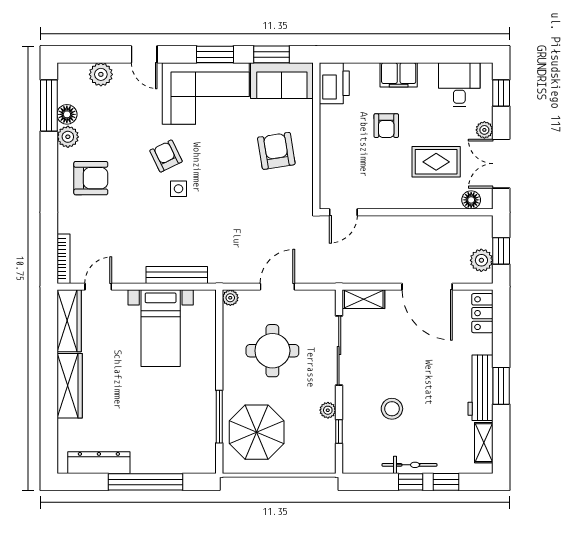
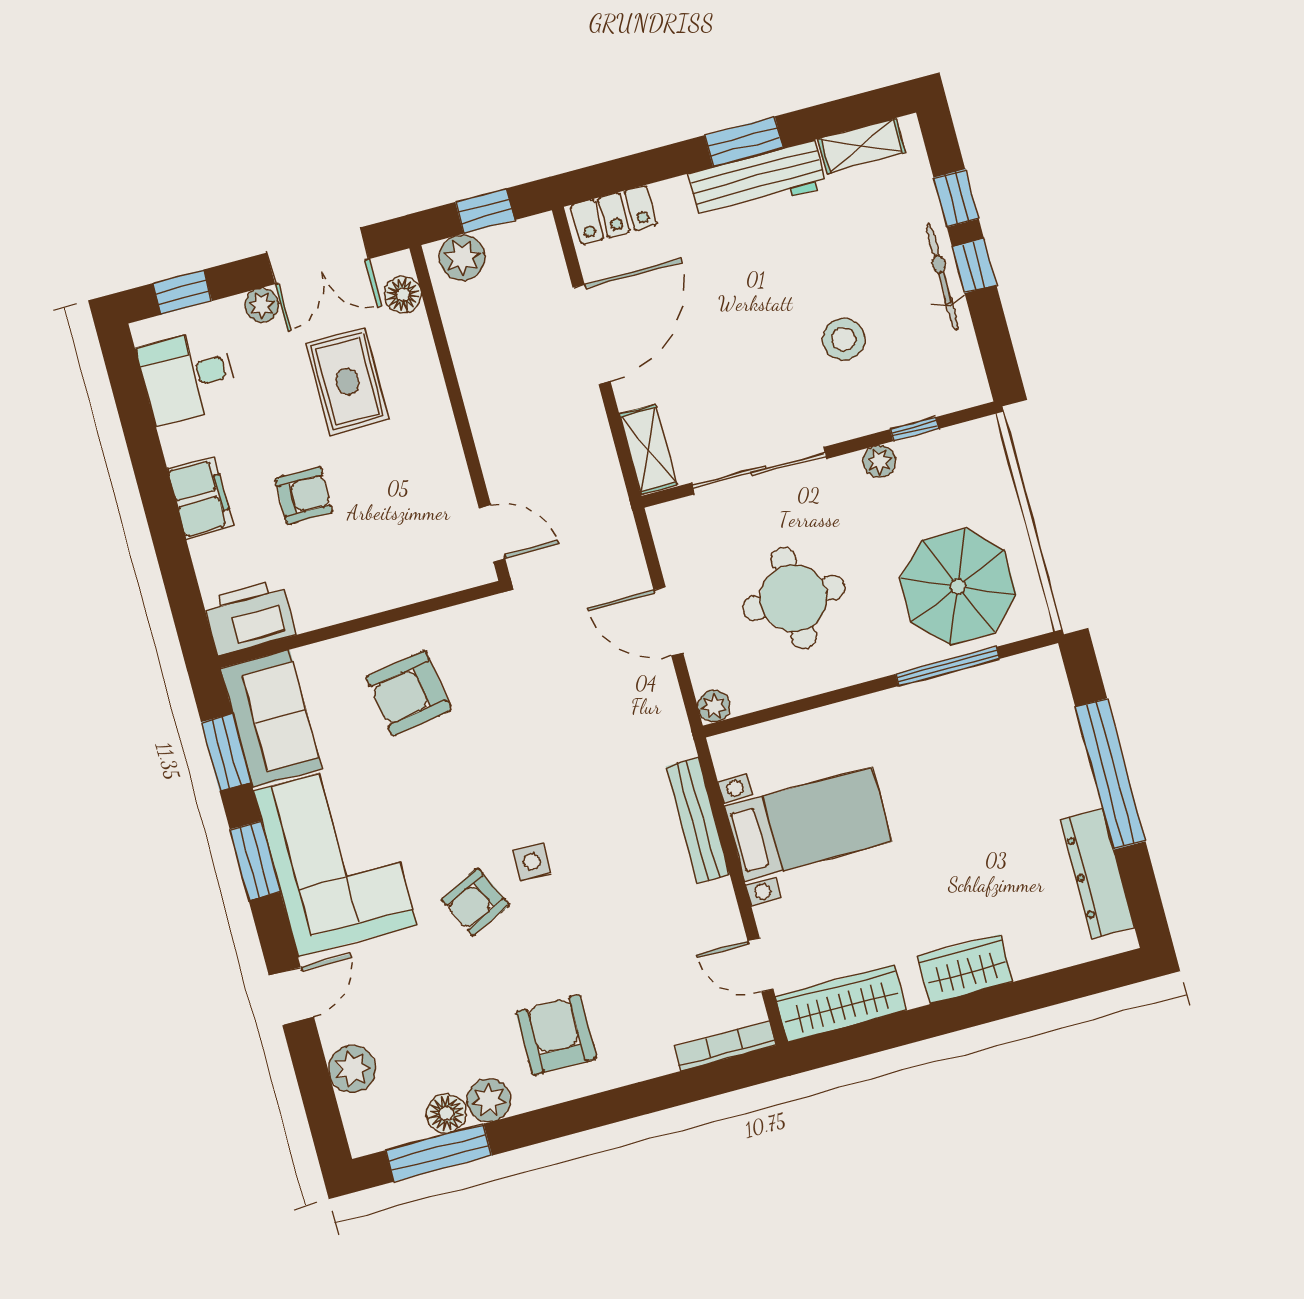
plant: (481, 260) -> (462, 258), moved
wardrobe: (70, 386) -> (965, 969), width x0.67

